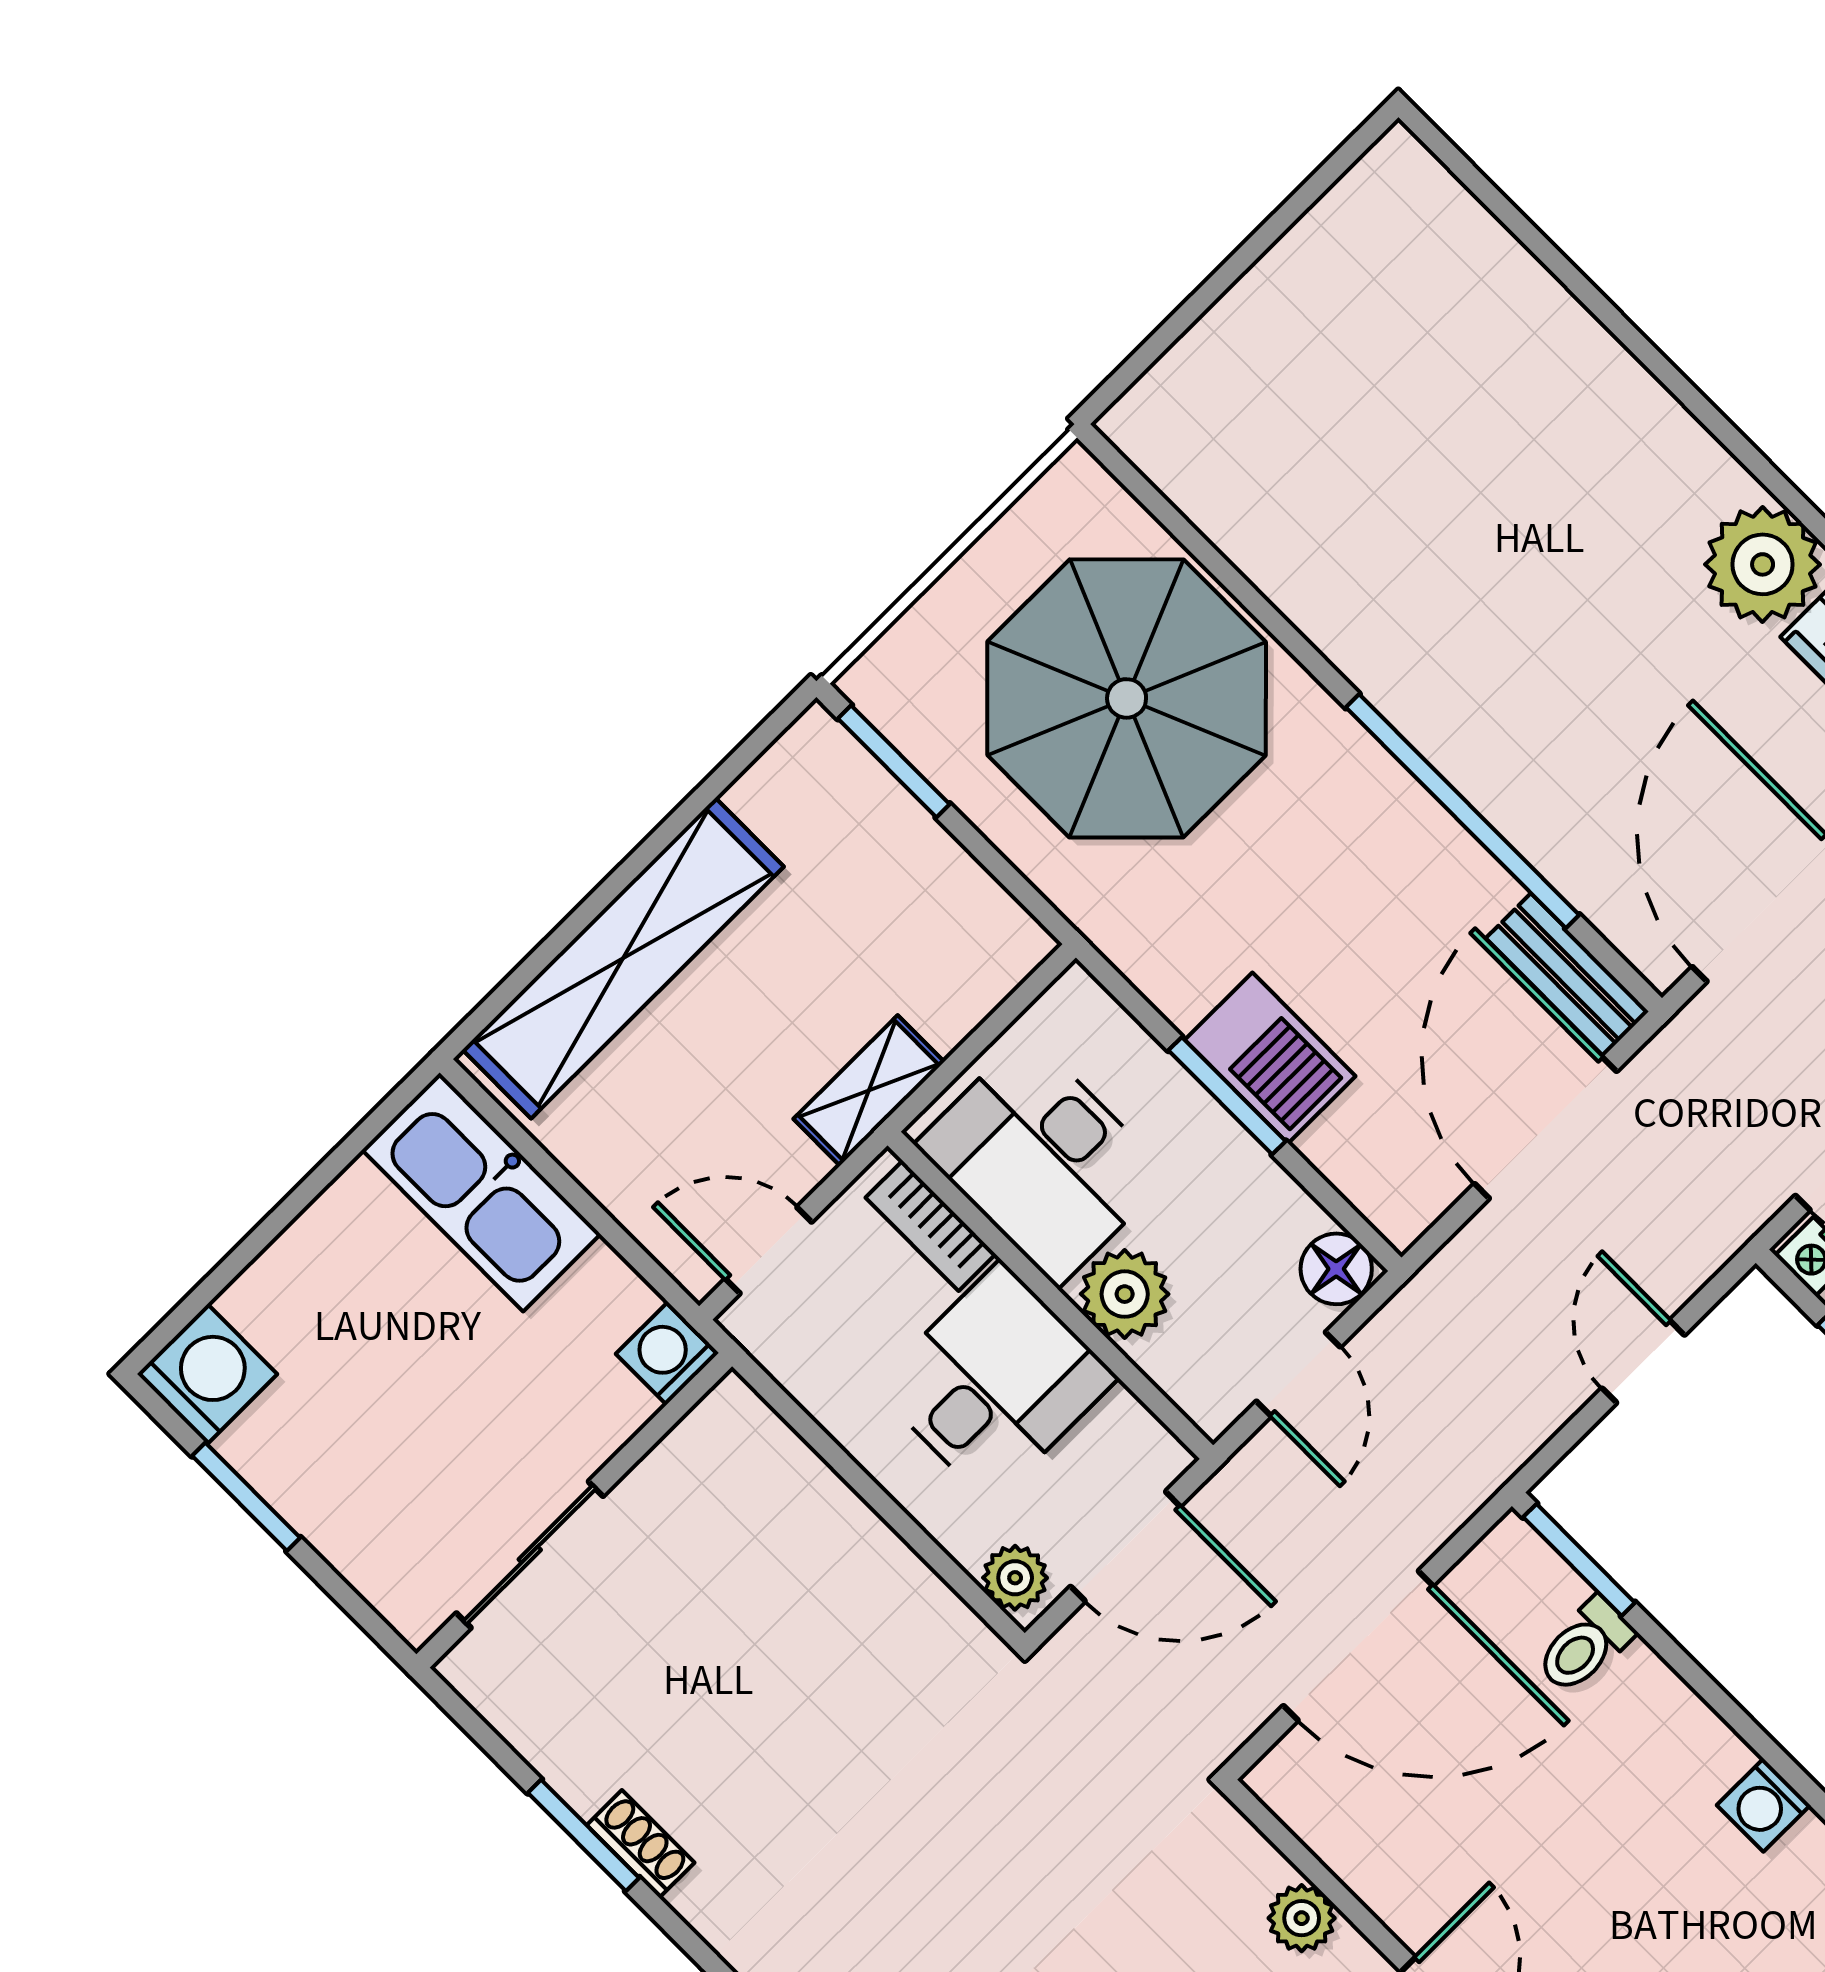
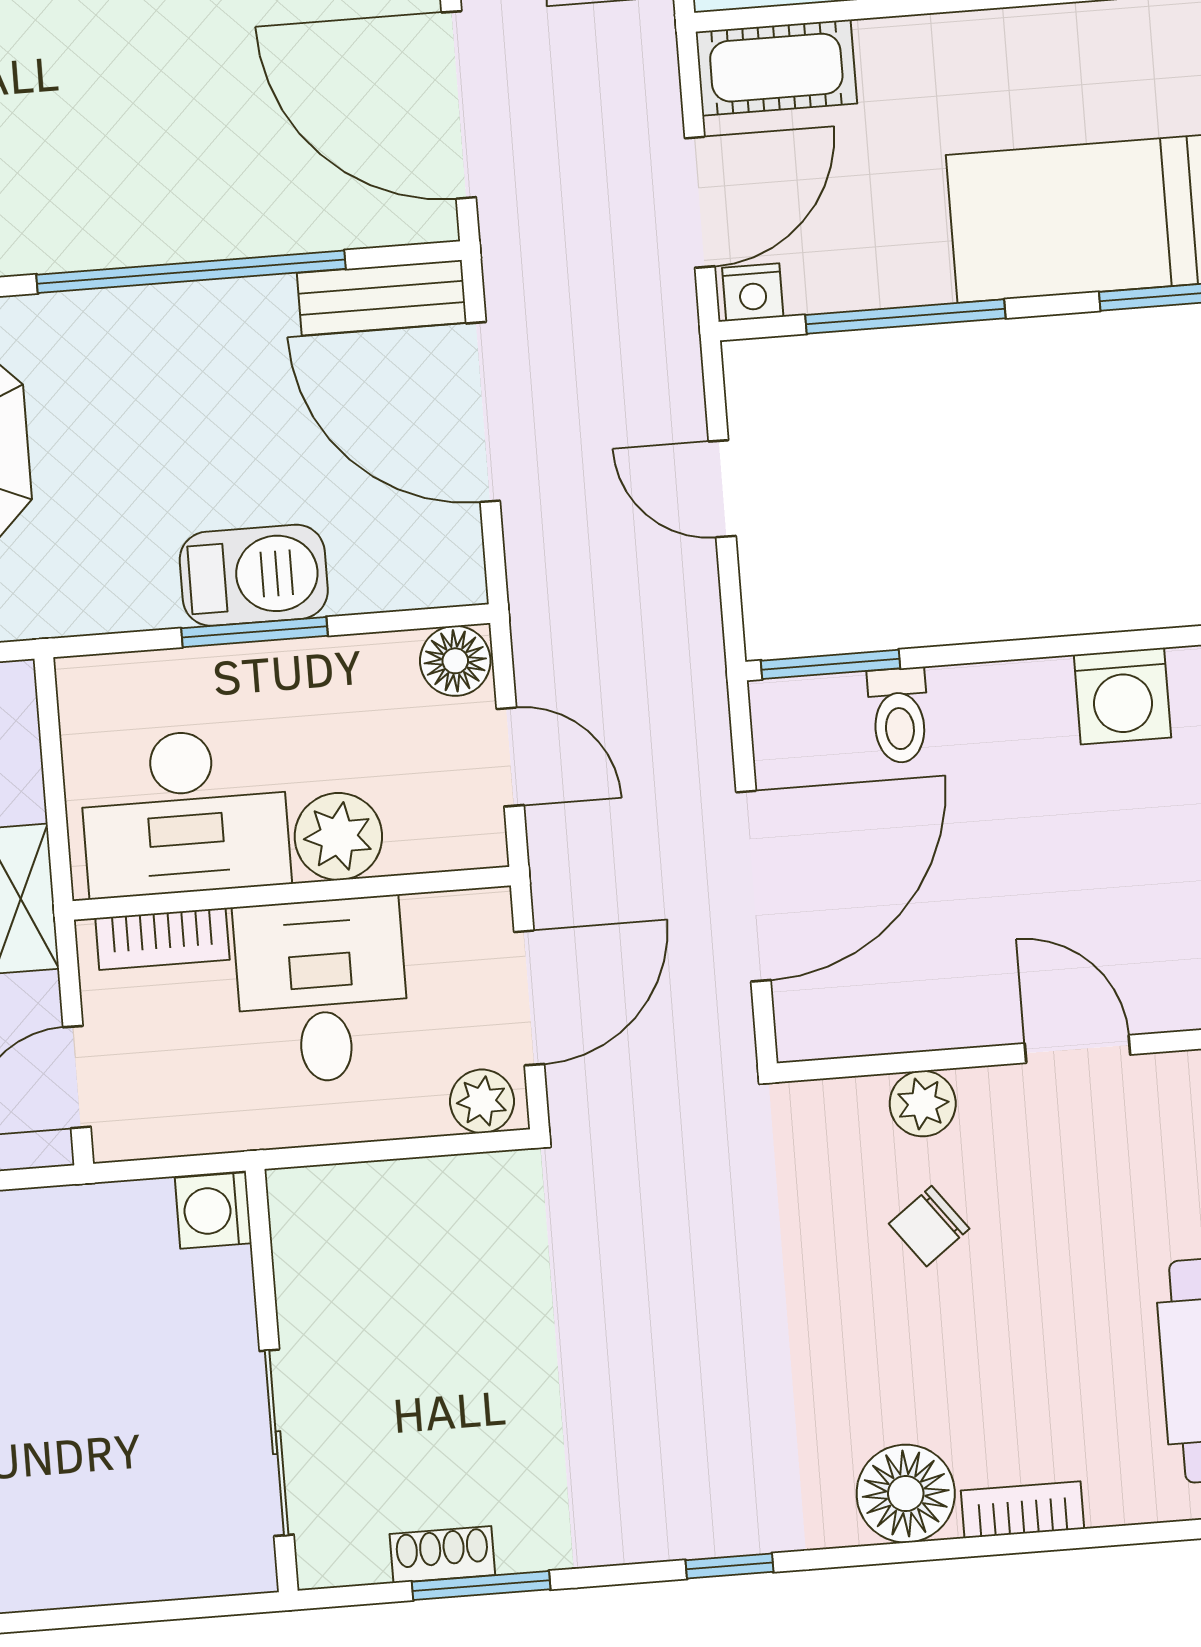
washing machine: (667, 1354) -> (213, 1211), moved
wall: (574, 1510) -> (272, 1381), moved
sliding door: (530, 1555) -> (277, 1443), moved
washing machine: (1763, 1805) -> (1122, 696), width x1.38, depth x1.38
window: (584, 1835) -> (481, 1586), moved

